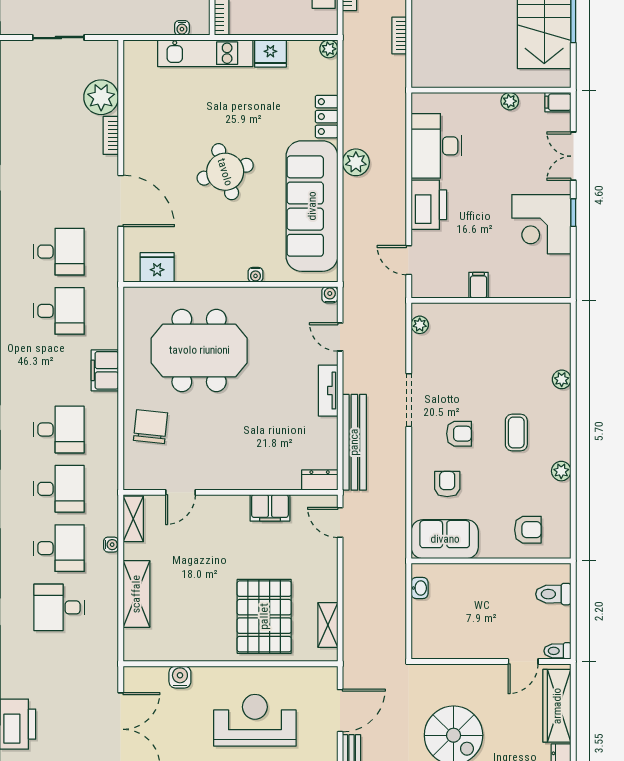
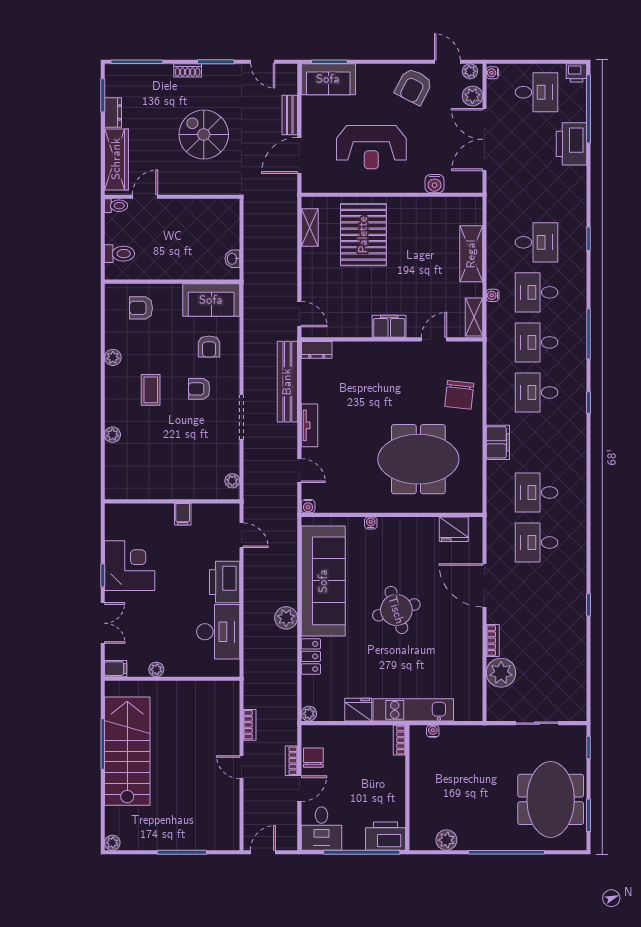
filing cabinet: (270, 508) -> (389, 326), moved

